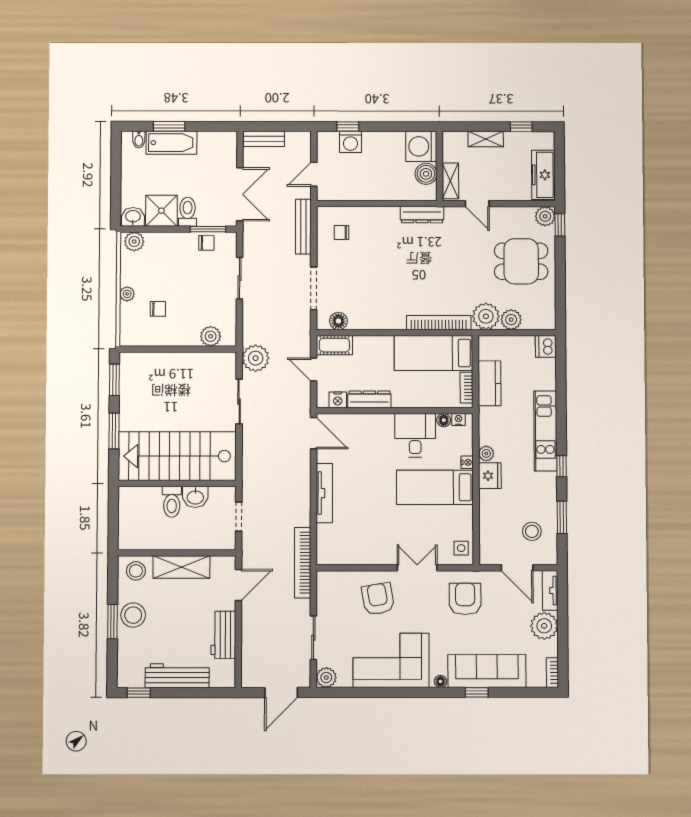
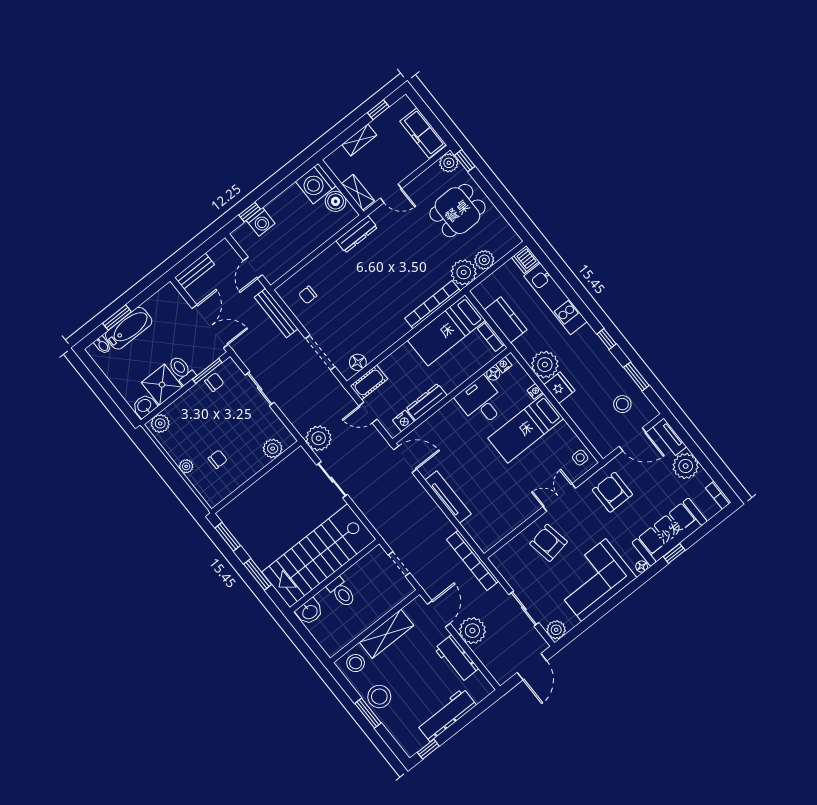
kitchen unit: (545, 431) -> (555, 299), moved
plant: (486, 453) -> (545, 365), width x1.88, depth x1.88
washbasin: (195, 497) -> (310, 612), moved
plant: (255, 622) -> (472, 631), added

